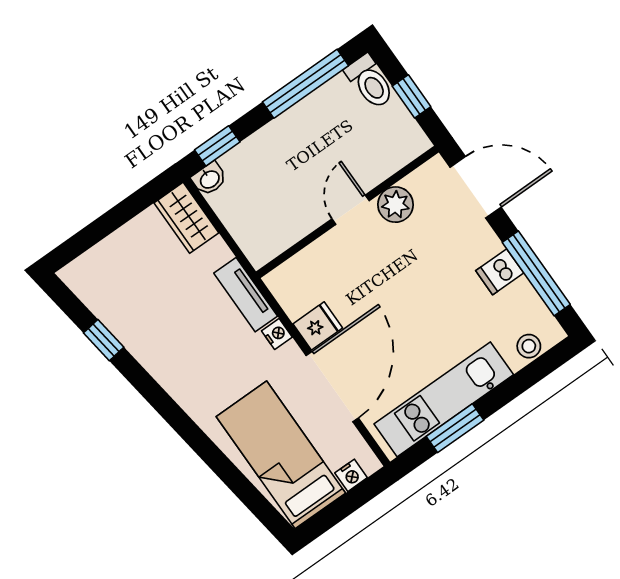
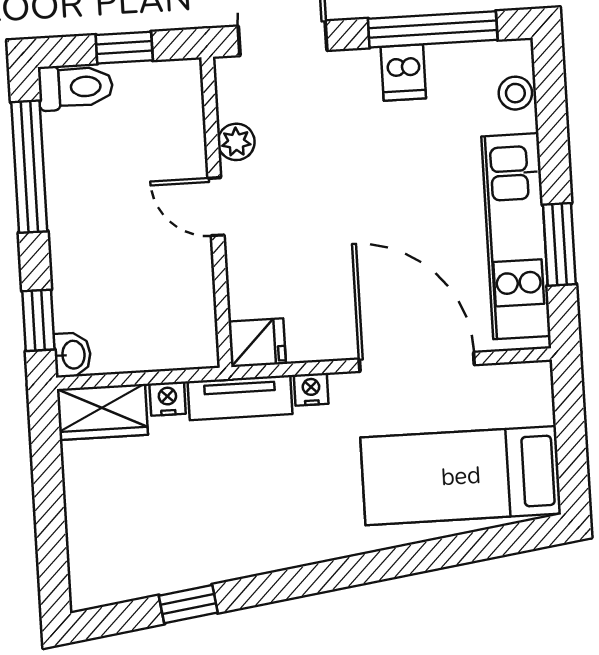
plant: (395, 205) -> (236, 142), width x0.73, depth x0.73
fridge: (318, 326) -> (257, 343), moved, turned 90
nightstand: (351, 475) -> (168, 399), moved, turned -90

